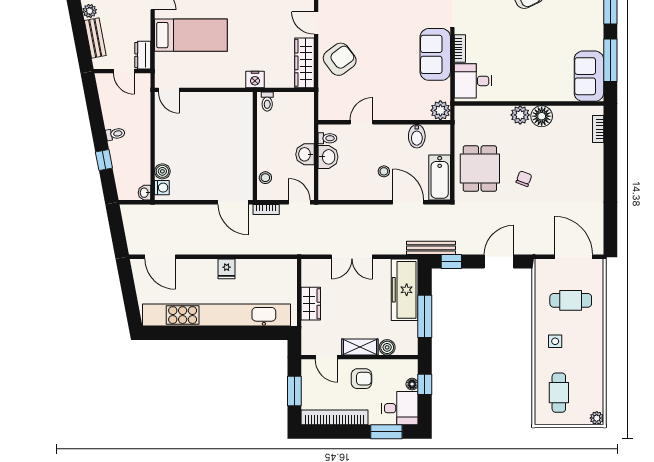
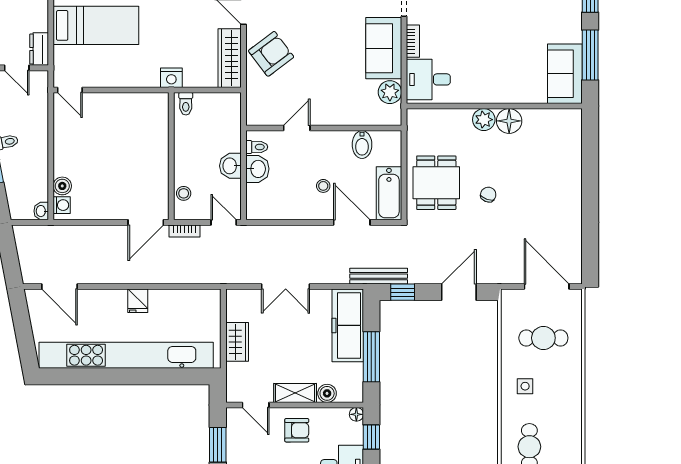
plant: (440, 110) -> (390, 92), moved
bookcase: (598, 129) -> (576, 136), removed
door: (233, 202) -> (146, 222), hinge flipped
floor lamp: (412, 384) -> (356, 414), moved

